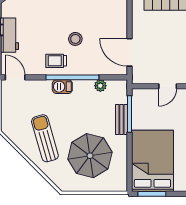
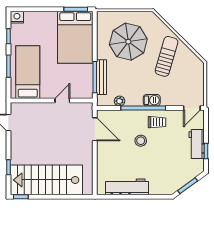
door: (15, 77) -> (192, 108), hinge flipped
bench: (121, 119) -> (102, 77), width x1.36
sun lounger: (45, 138) -> (167, 56), turned -148

